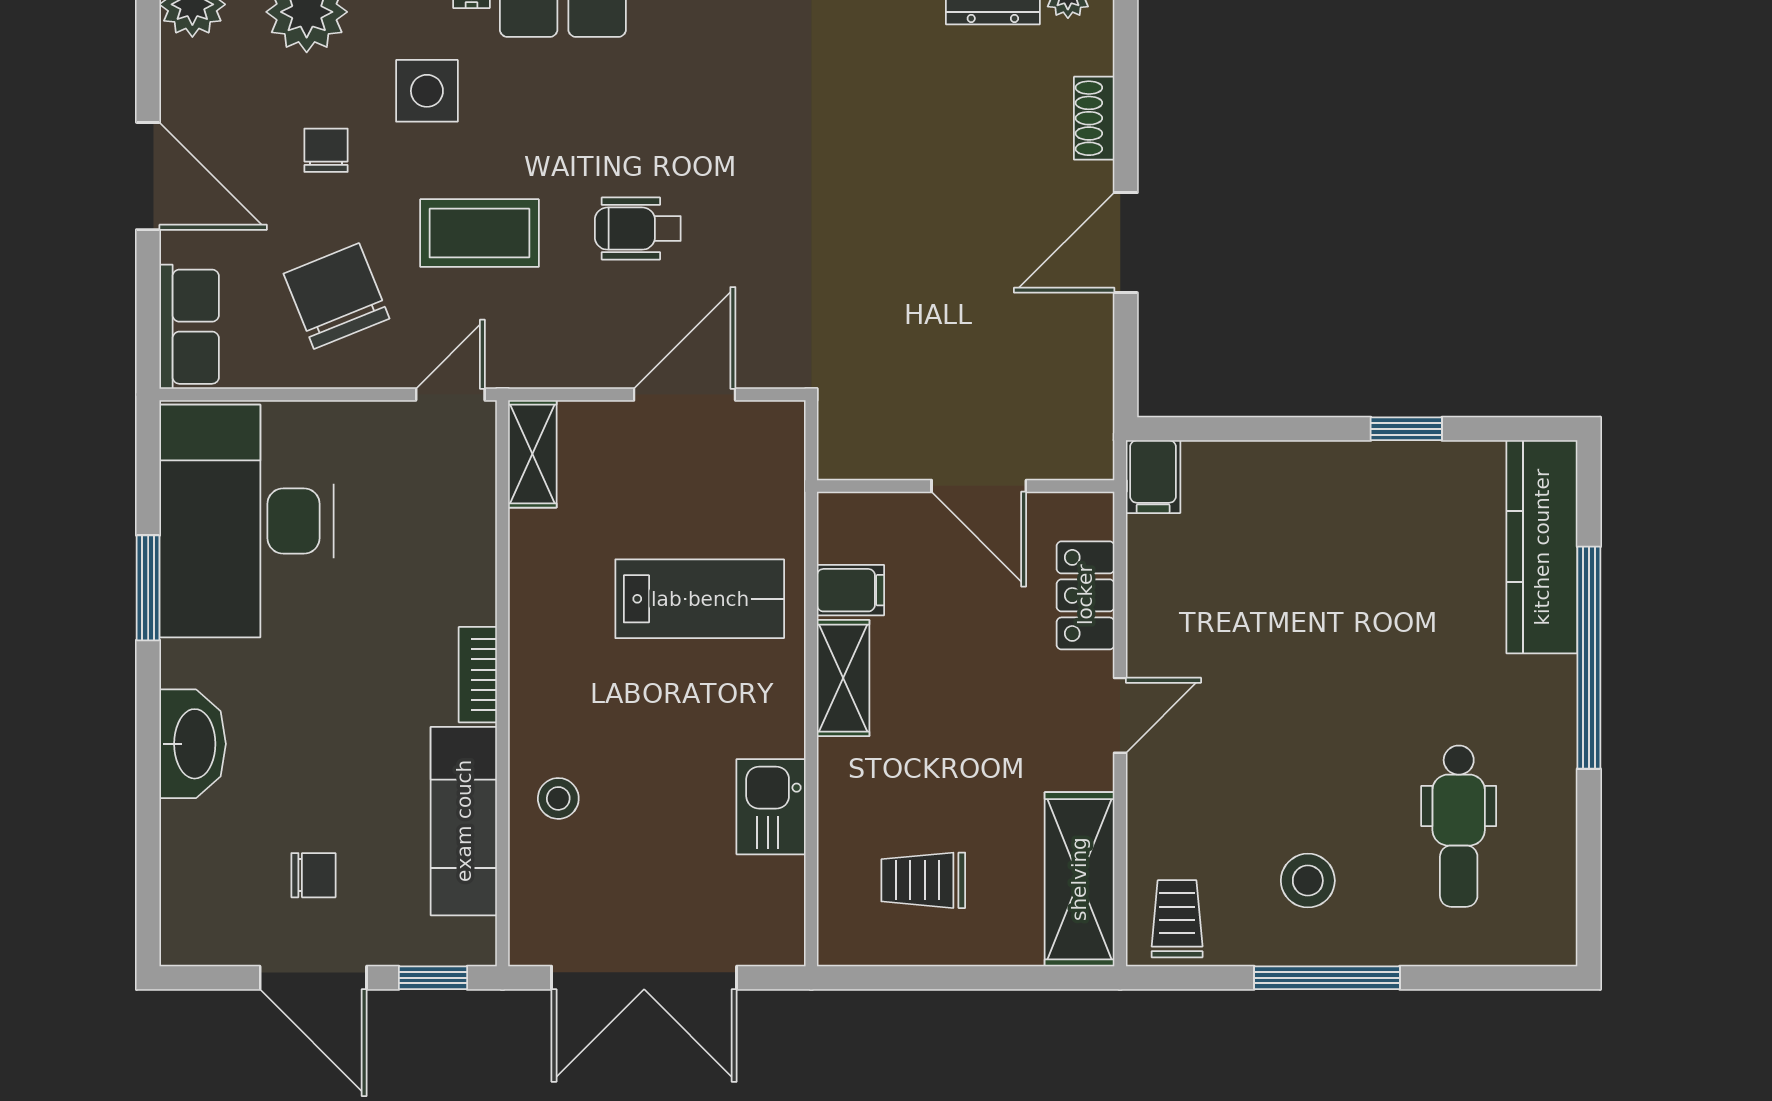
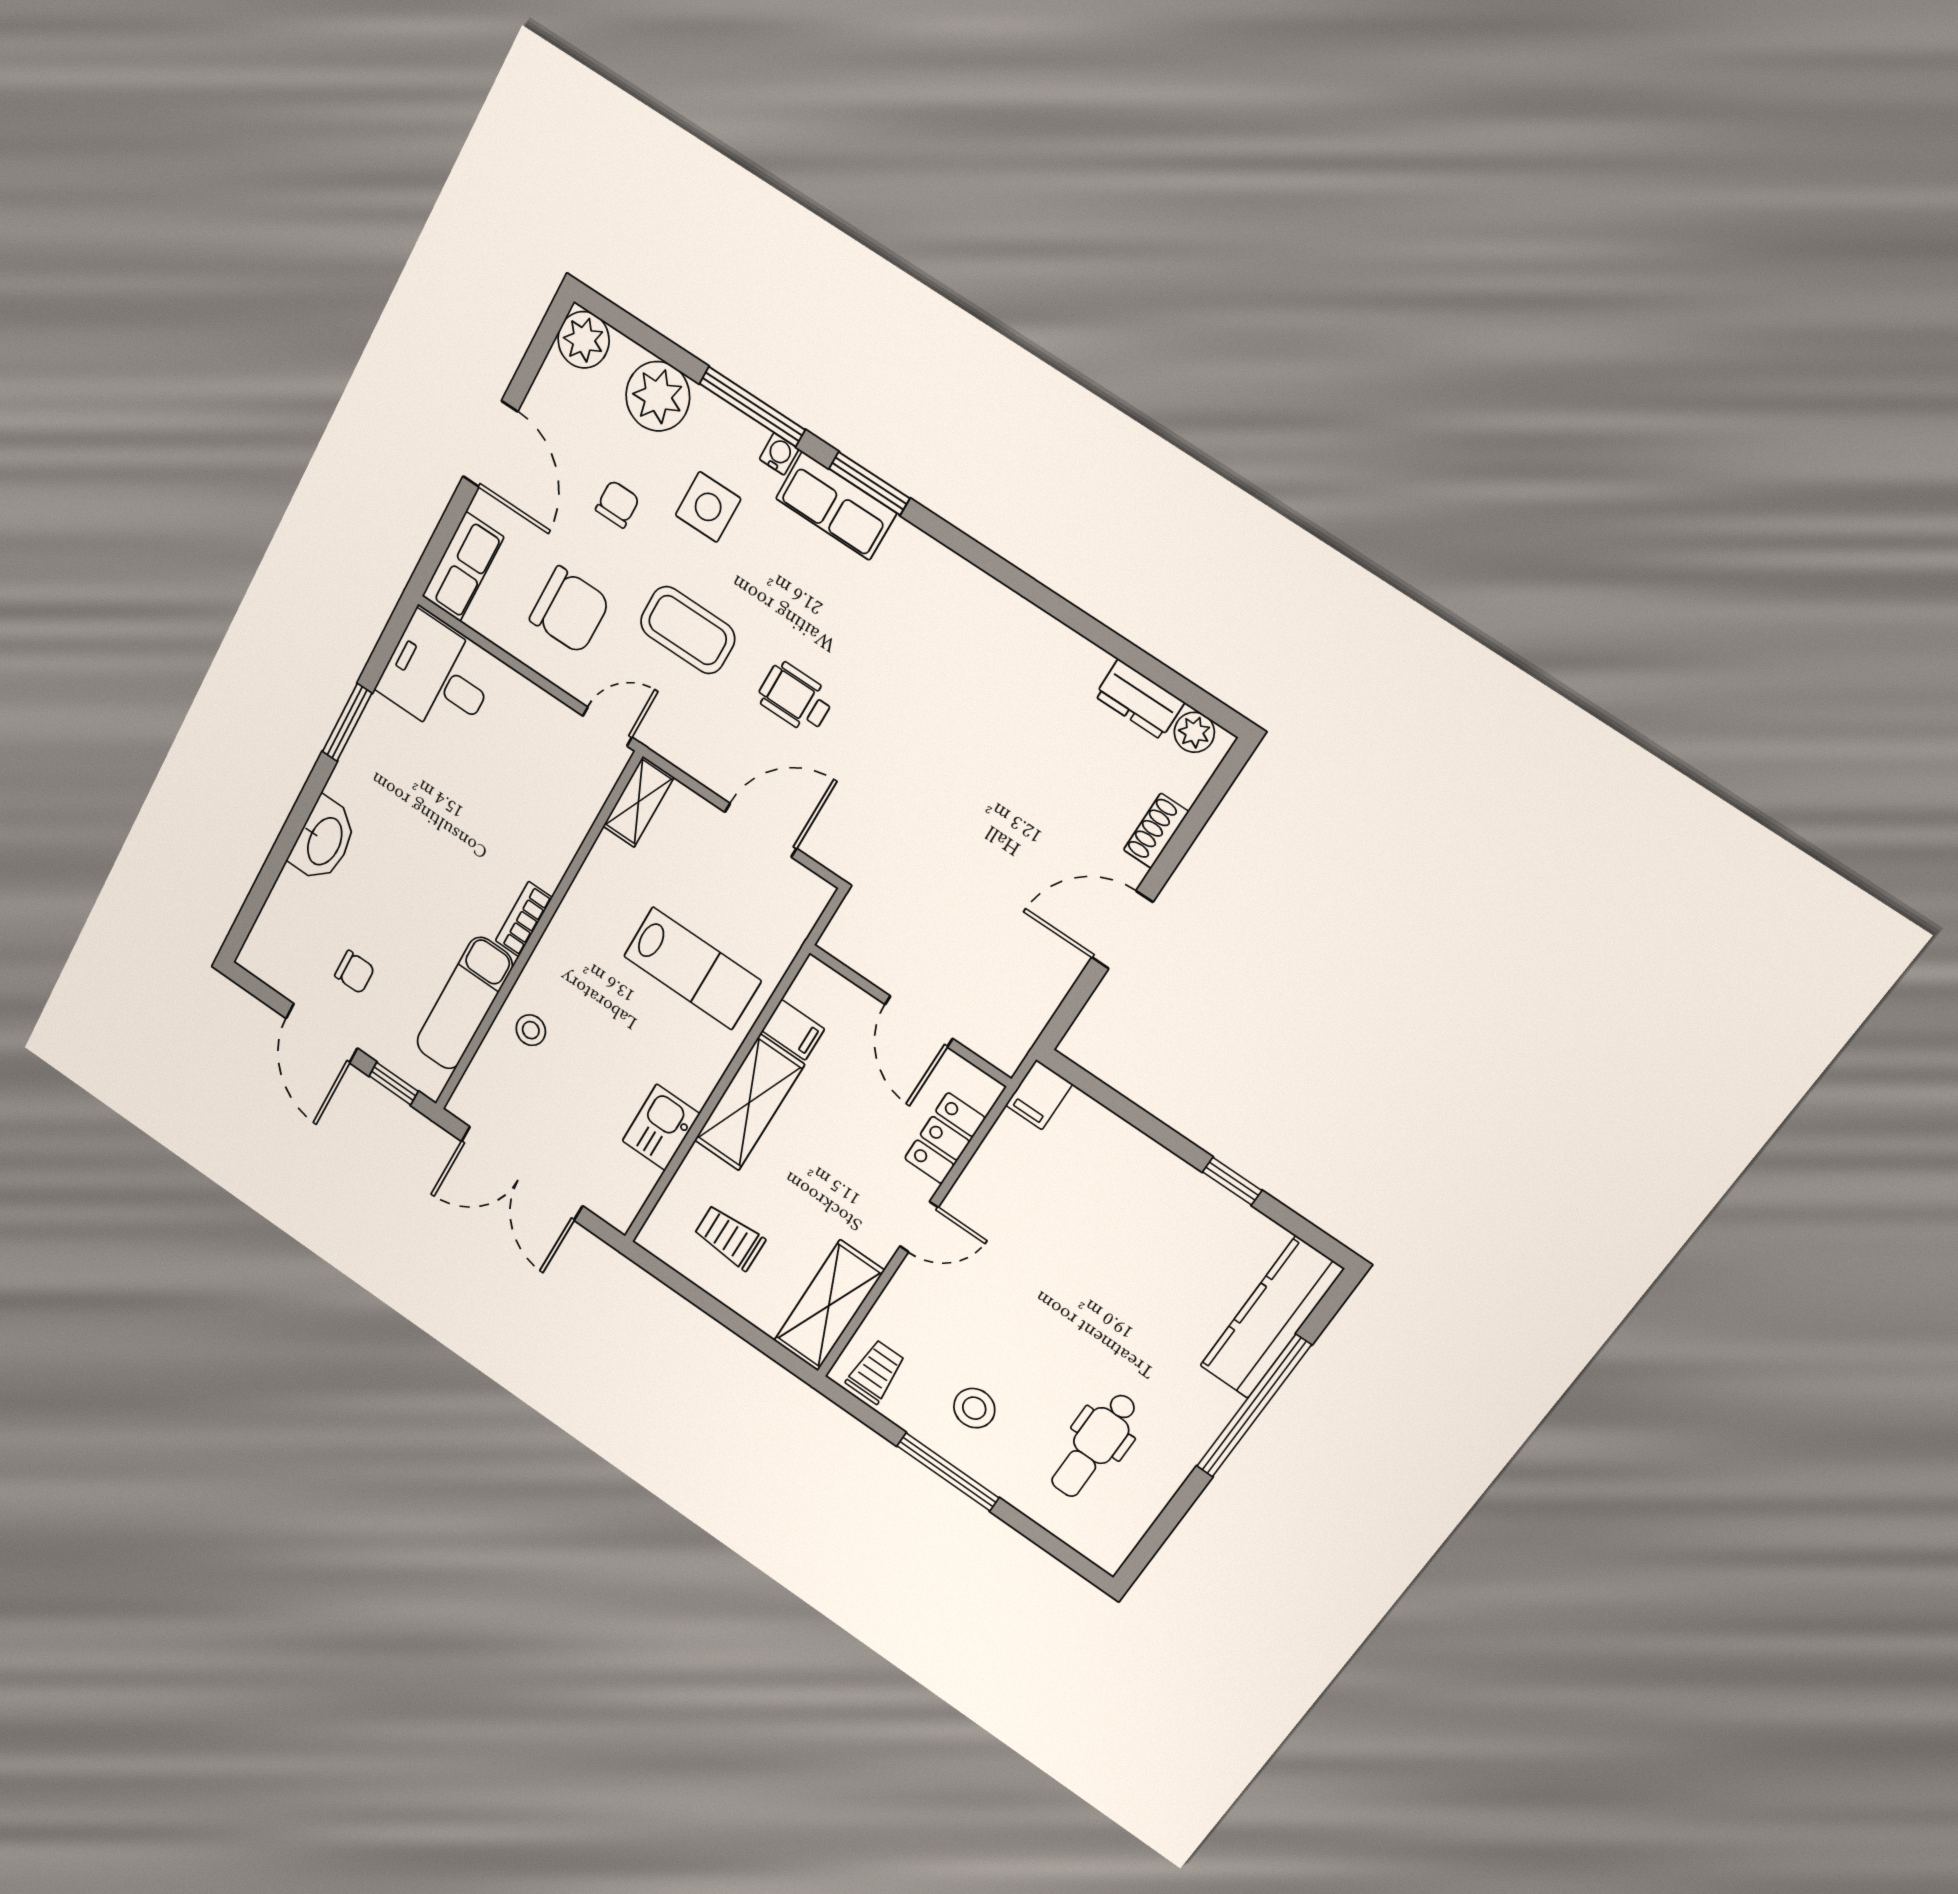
chair: (337, 296) -> (570, 610), turned 112
desk: (247, 521) -> (438, 677), width x0.53, depth x0.77
shelving: (843, 678) -> (749, 1103), width x1.50, depth x1.33

